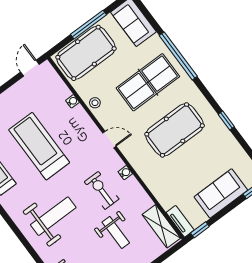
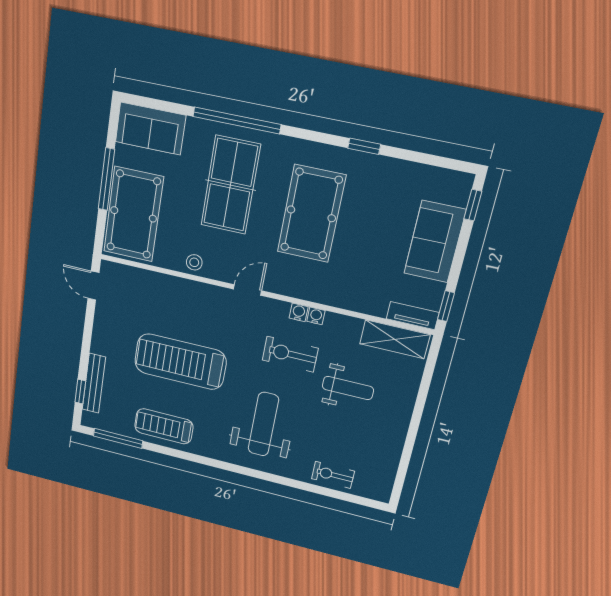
water cooler: (72, 101) -> (316, 316), moved

